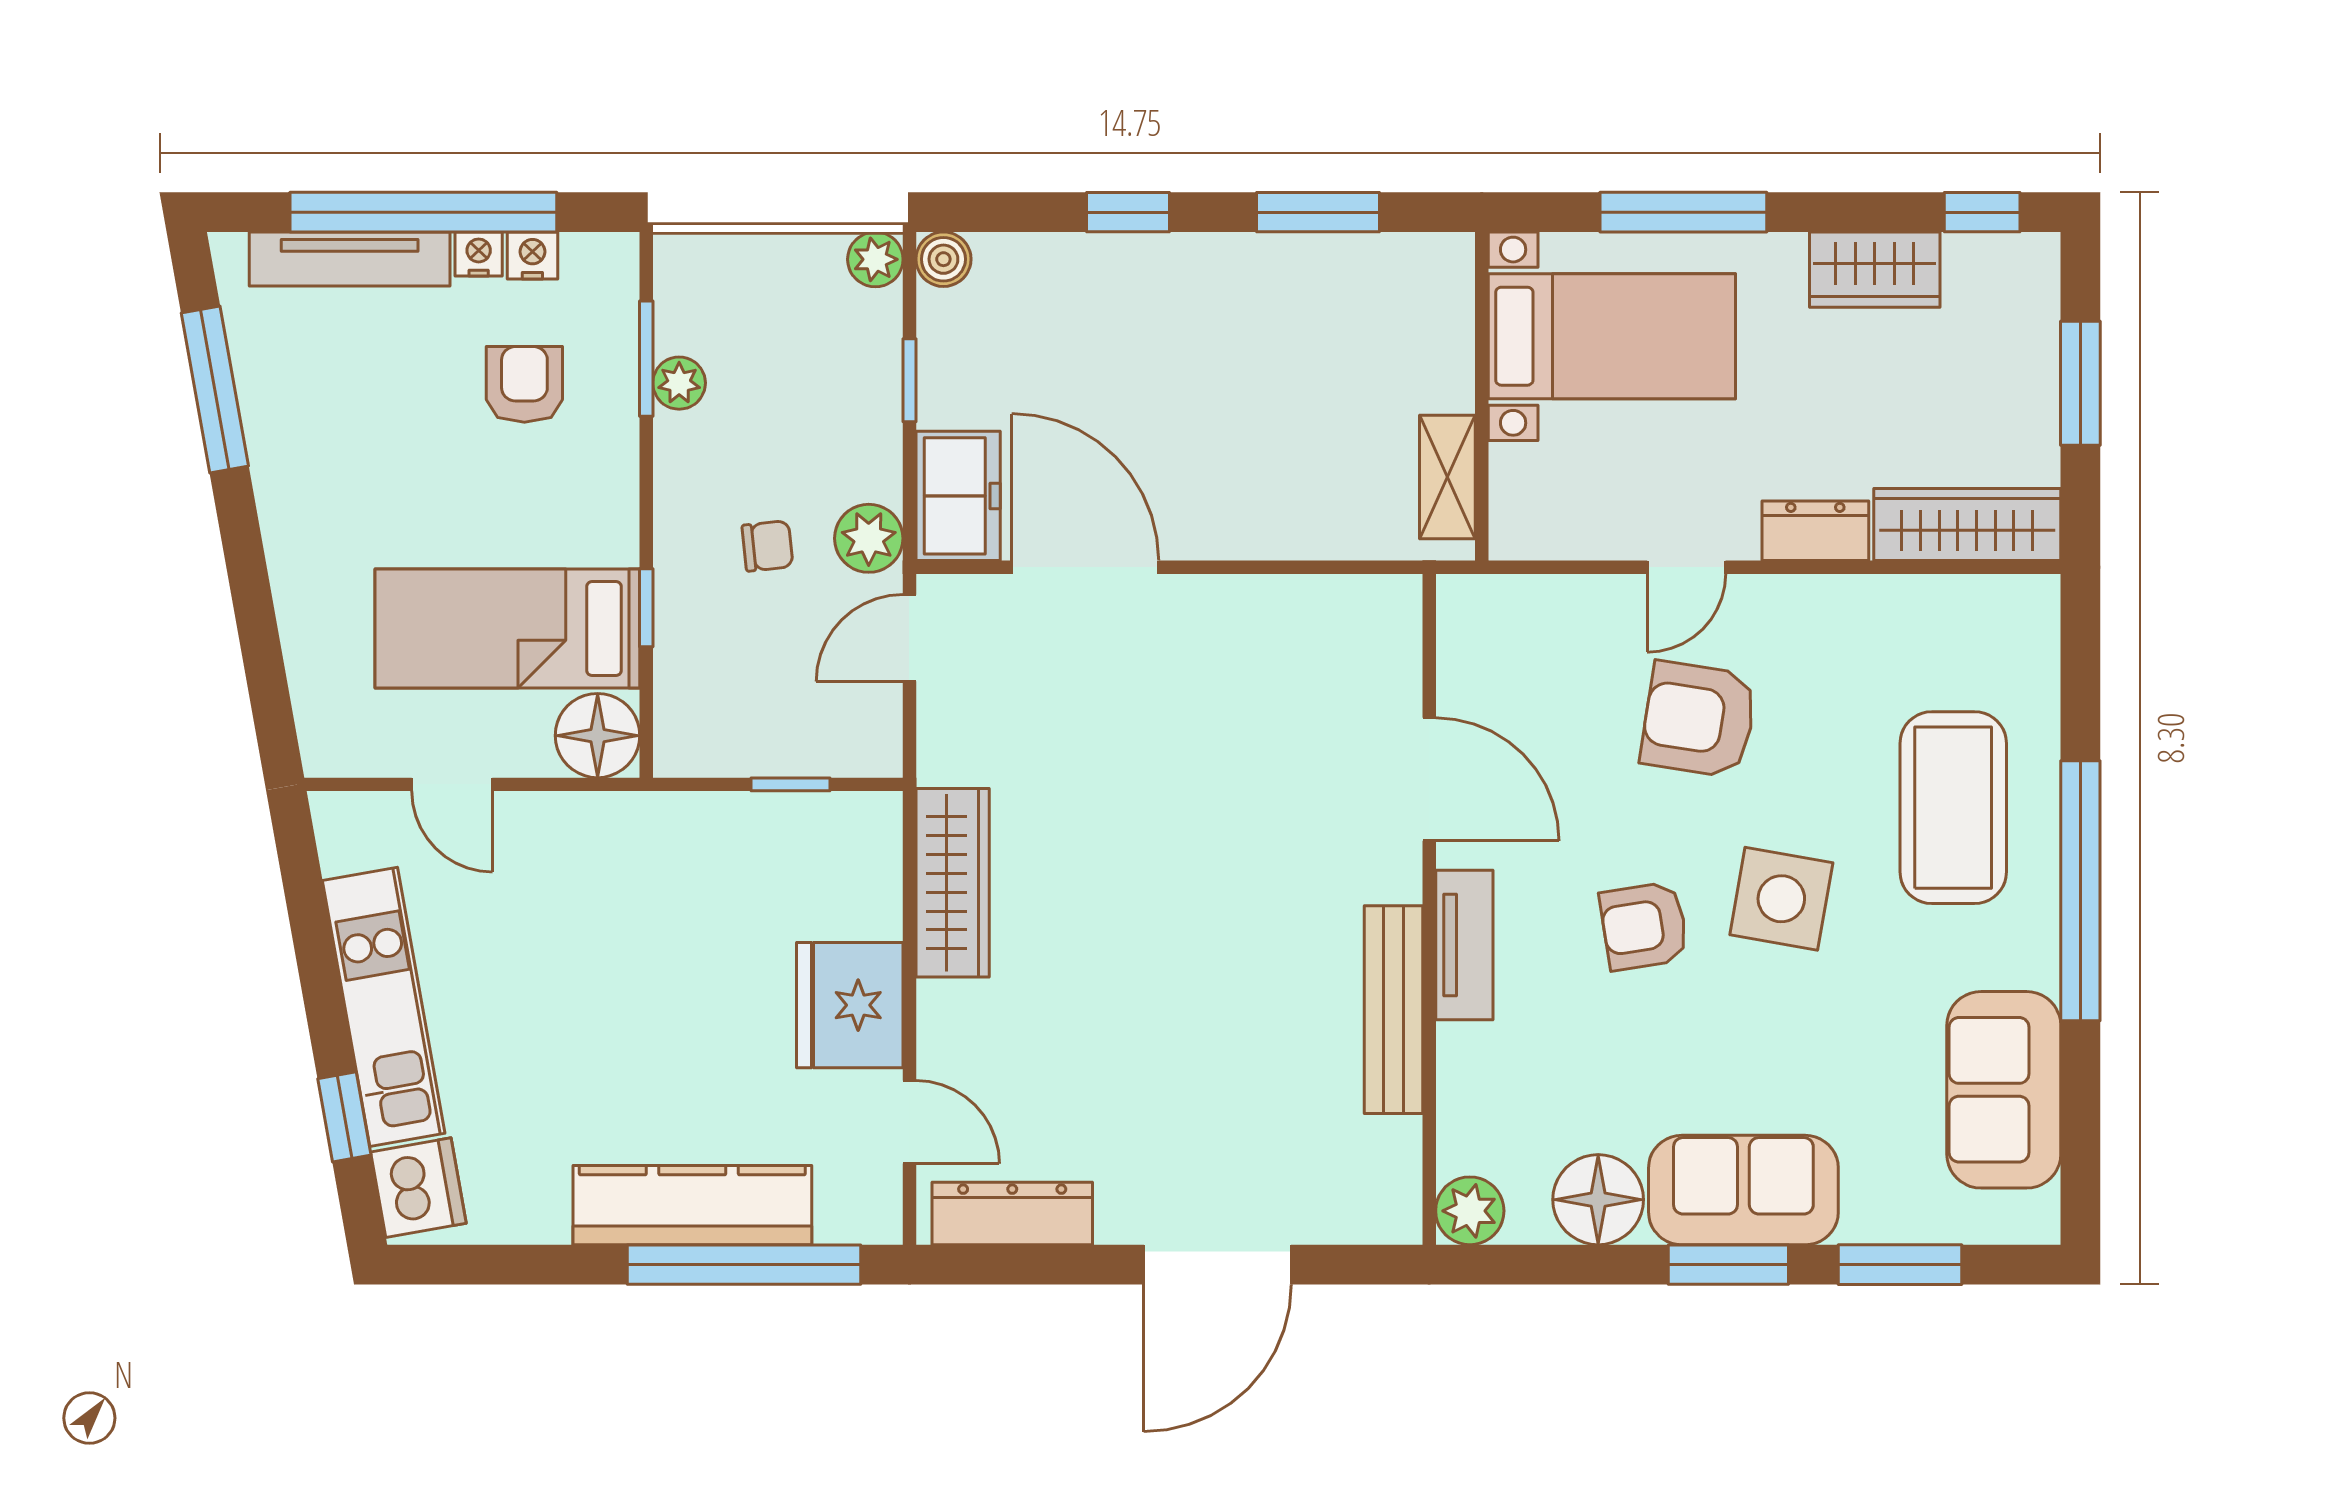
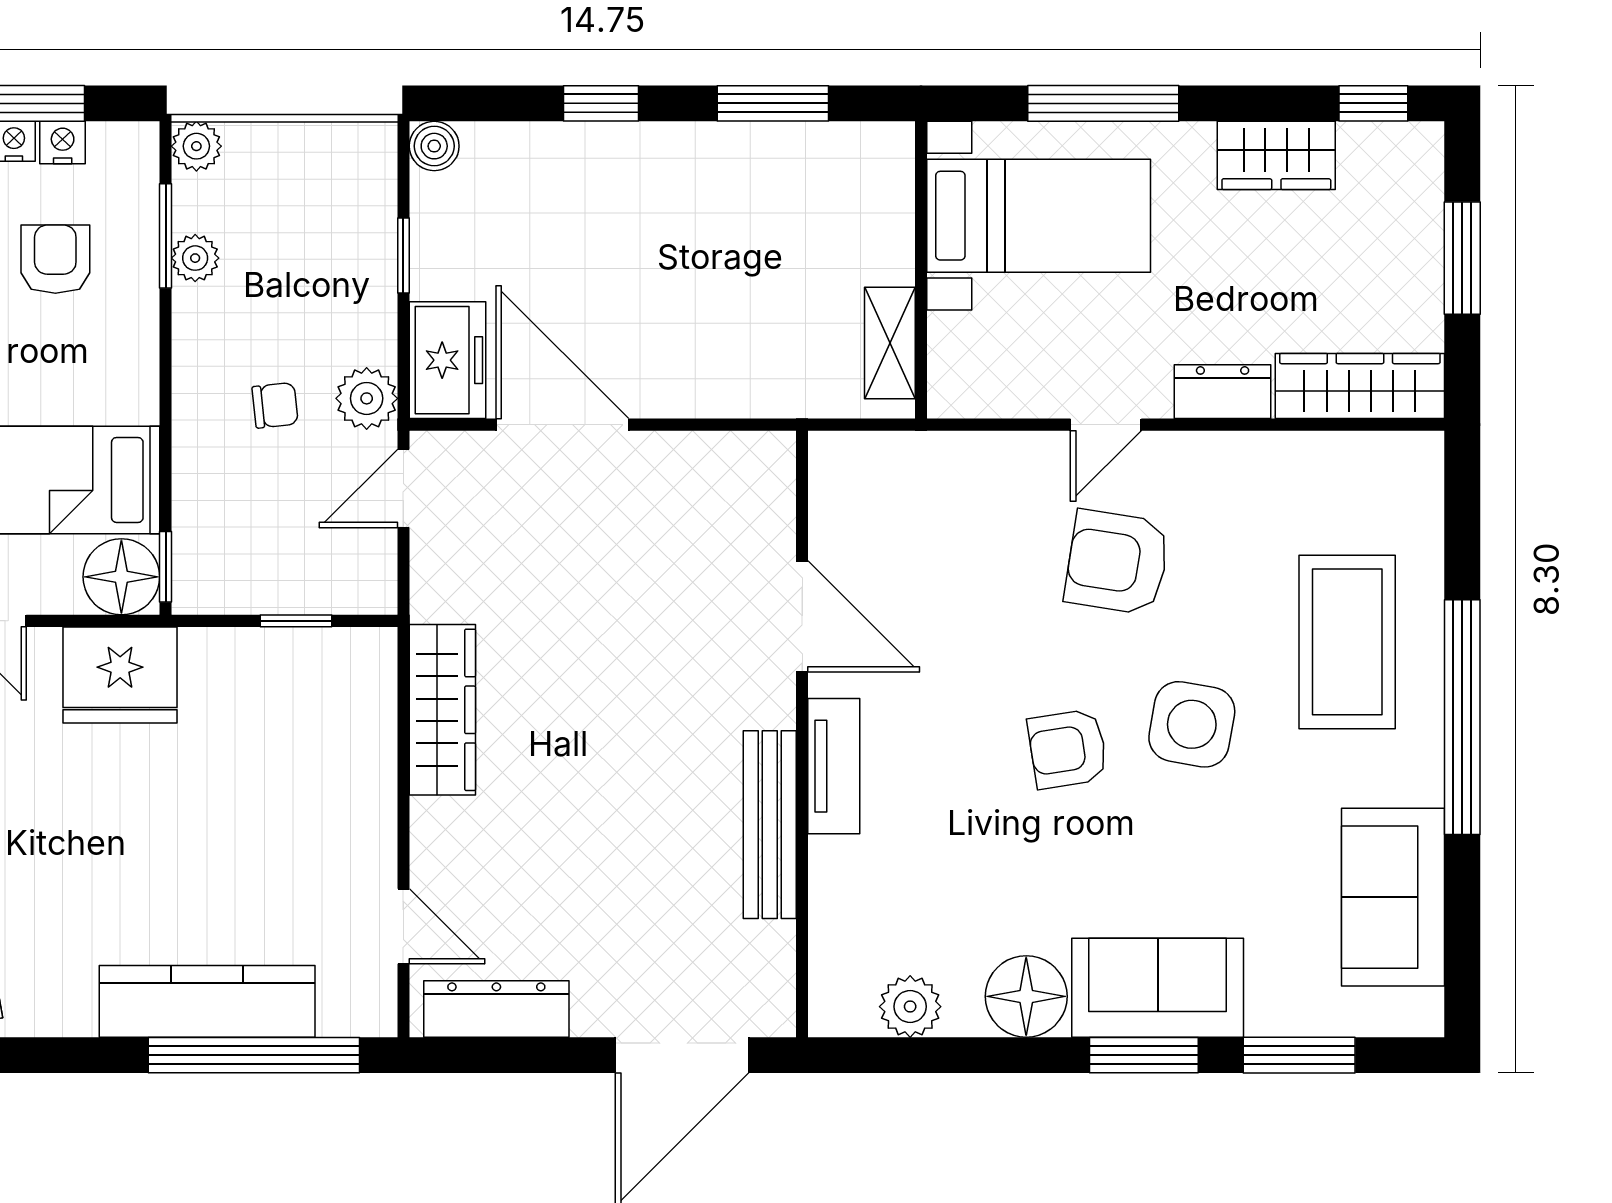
plant: (875, 259) -> (196, 146), moved
window: (646, 608) -> (166, 567), moved
door: (1429, 779) -> (802, 616), moved
wall: (1429, 909) -> (802, 734), moved
tv unit: (1464, 945) -> (834, 766), moved
fridge: (850, 1005) -> (120, 675), moved, turned -90
bench: (1393, 1010) -> (770, 825), moved

